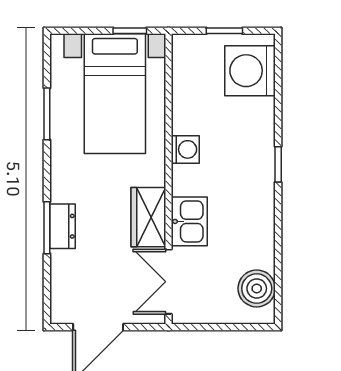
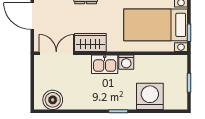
washing machine: (250, 71) -> (150, 96), moved
kitchen sink: (189, 221) -> (105, 64), moved

